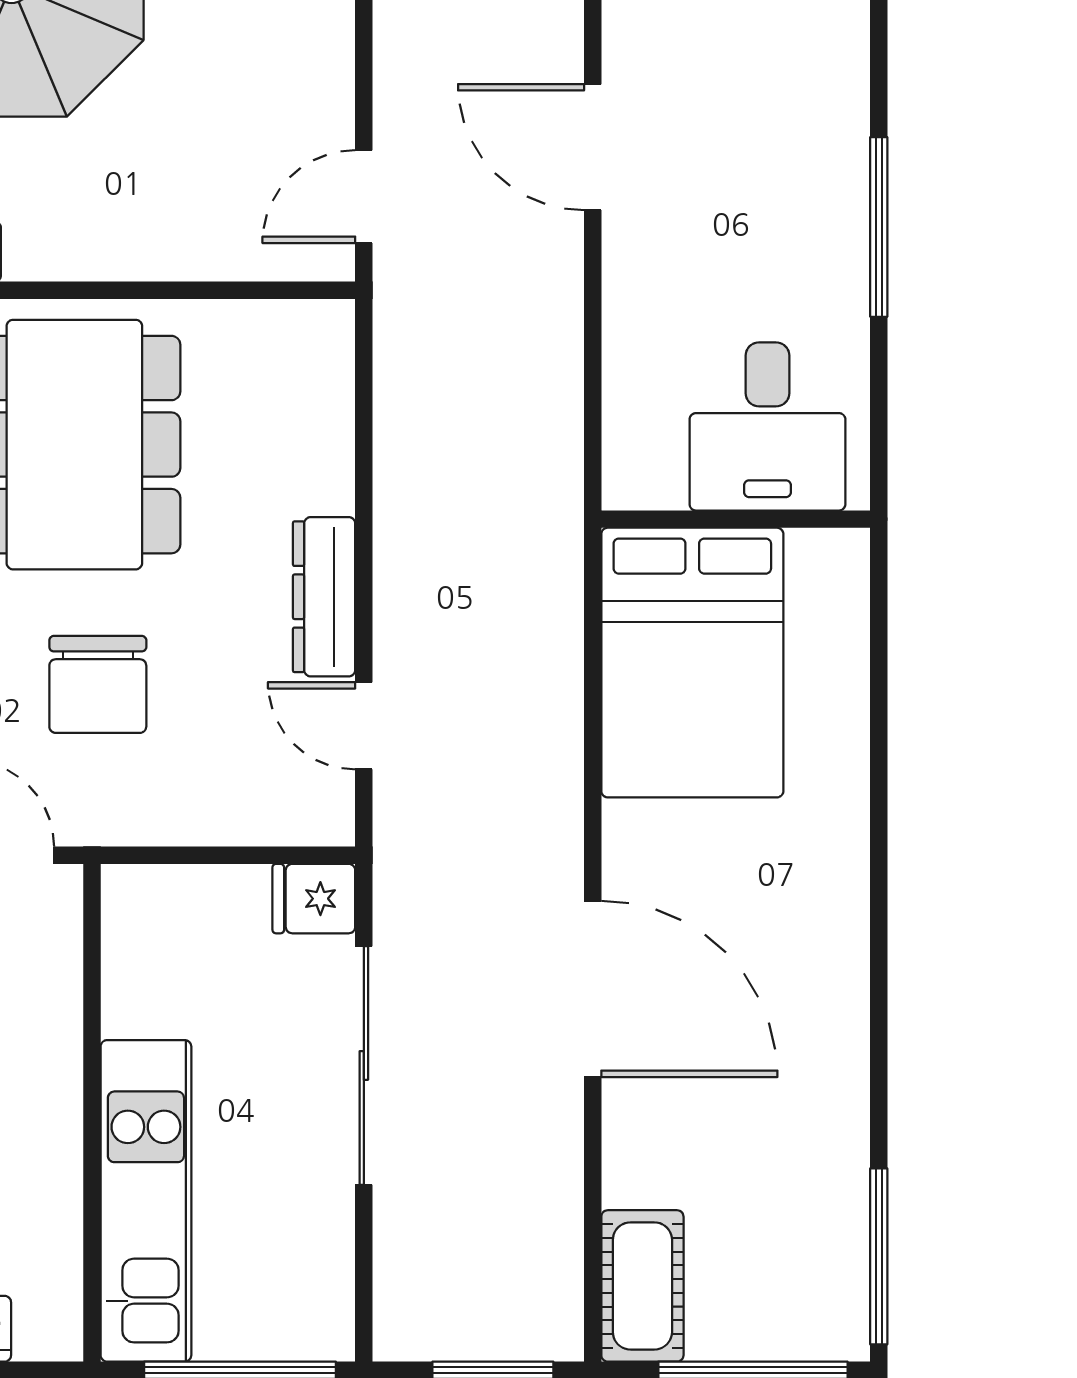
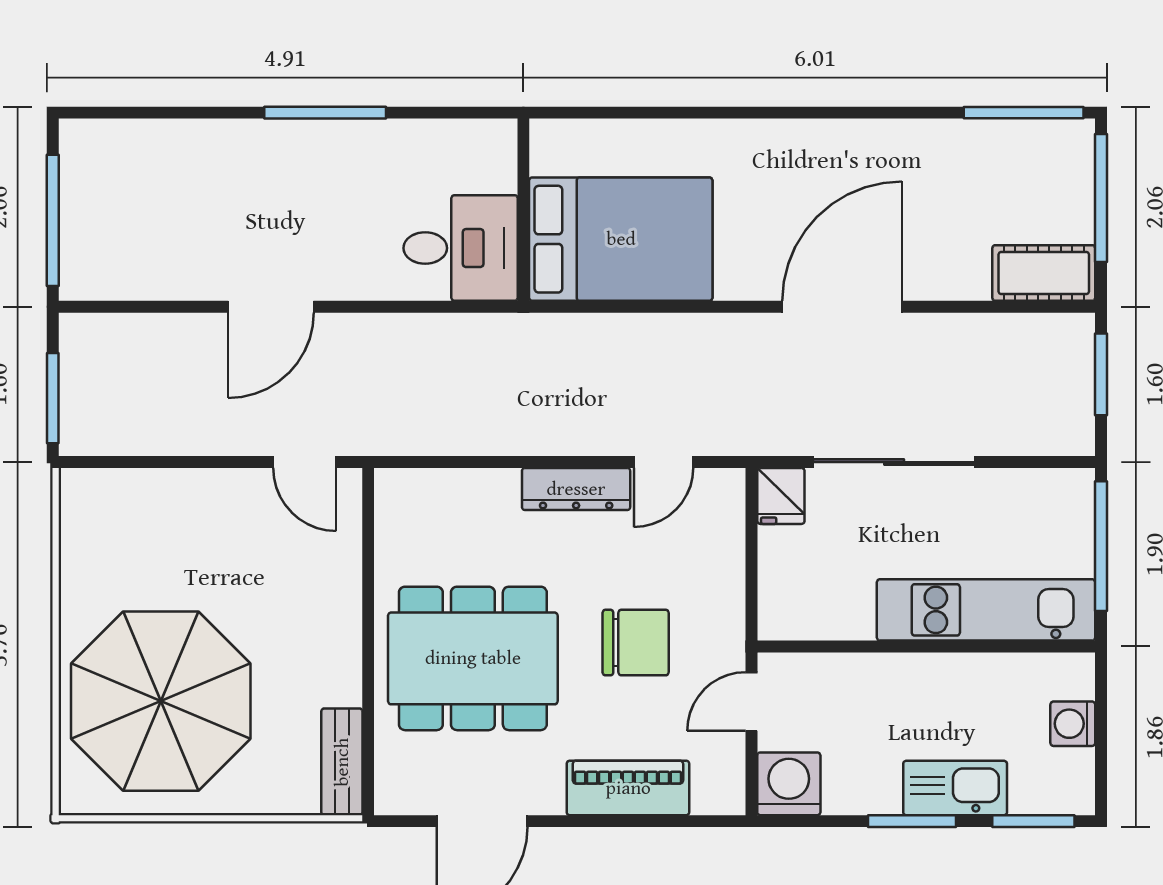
desk: (767, 426) -> (461, 248), moved

